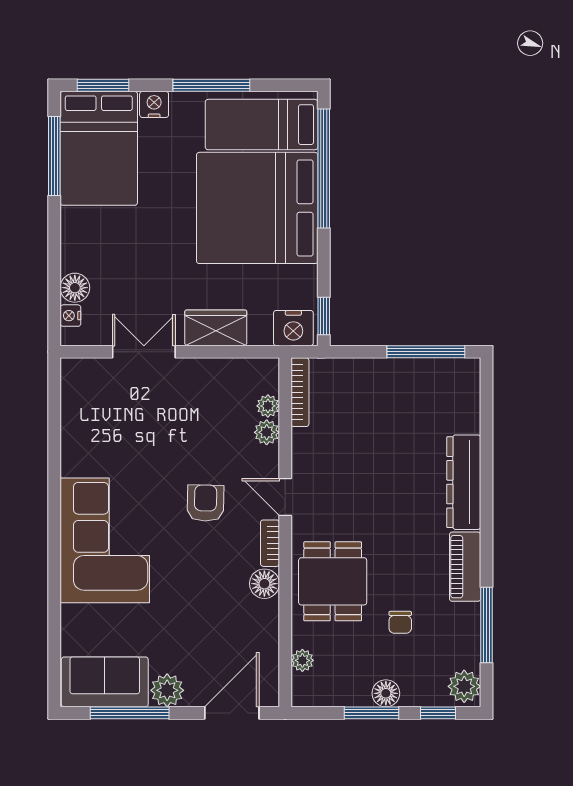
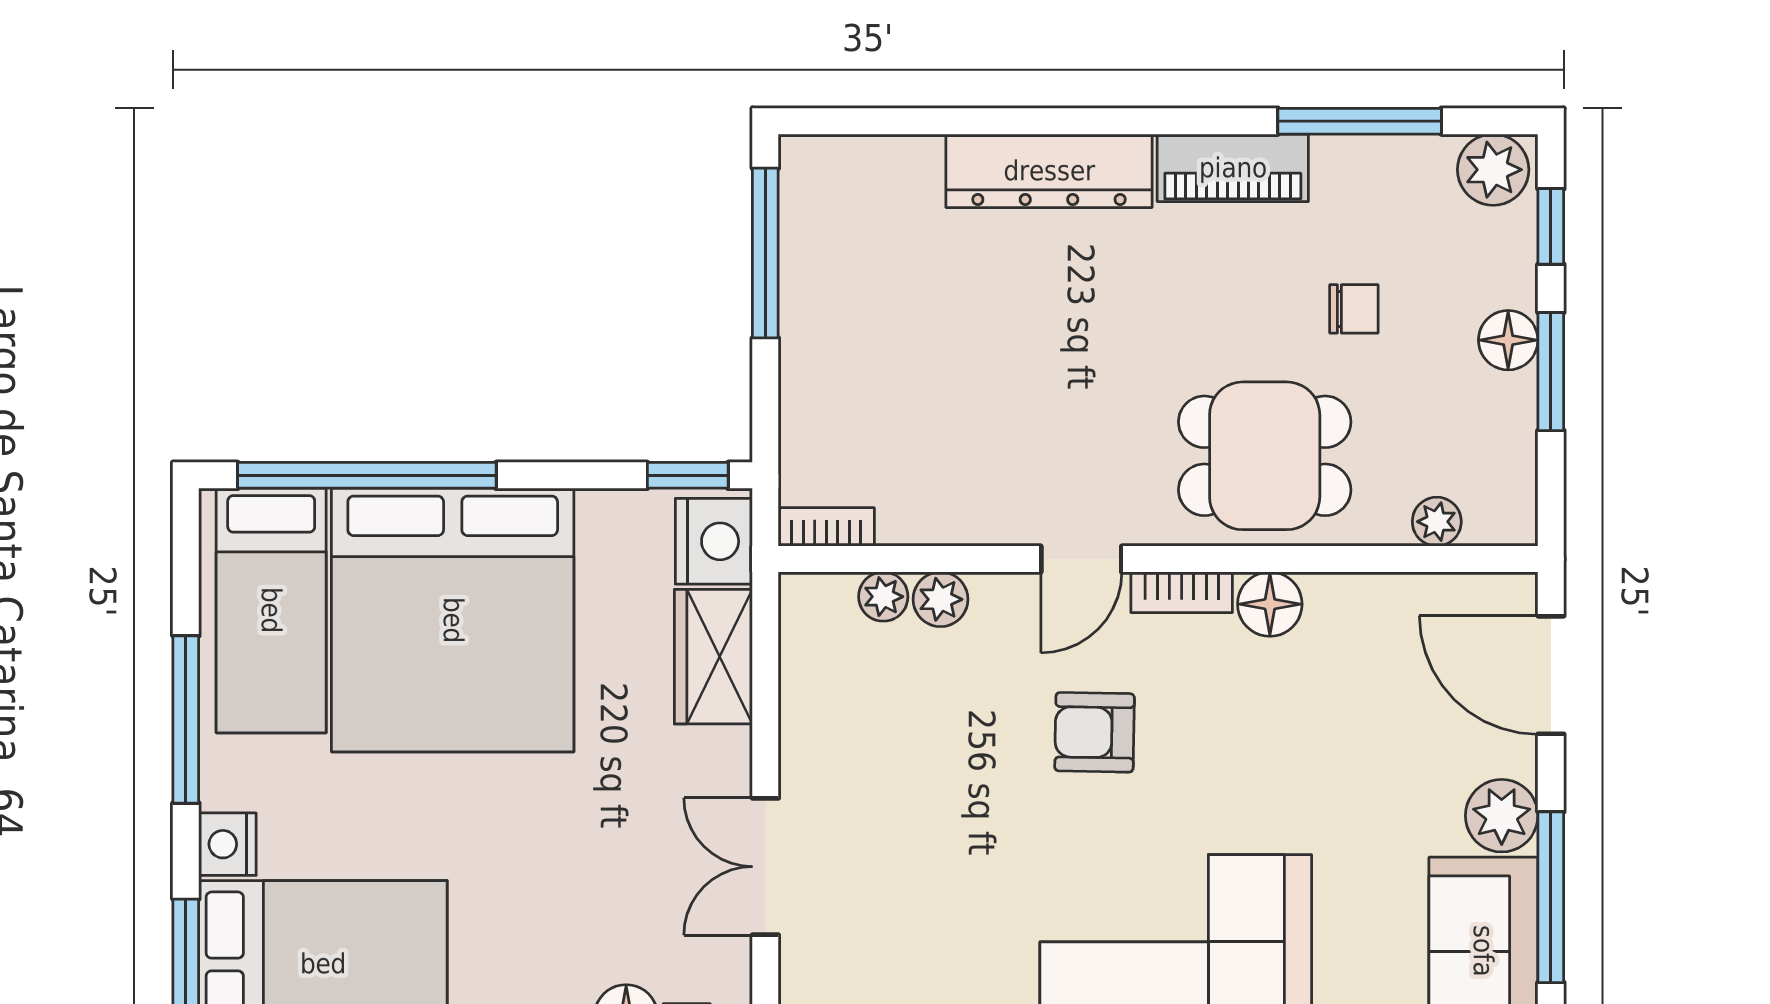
wardrobe: (216, 328) -> (713, 657), moved
bookcase: (300, 392) -> (826, 527), width x0.64

